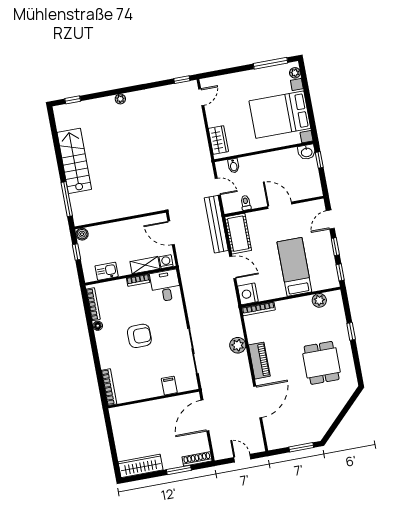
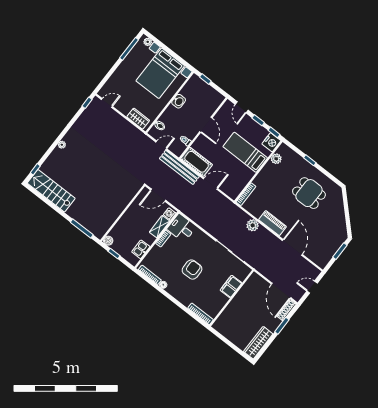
door: (201, 97) -> (107, 103), hinge flipped
washbasin: (307, 152) -> (179, 101), moved
stairs: (74, 161) -> (51, 191), moved
door: (280, 205) -> (206, 125), swing flipped
nightstand: (248, 294) -> (271, 142), moved, turned -90
filing cabinet: (169, 386) -> (231, 287), width x2.00
door: (205, 415) -> (281, 291), moved

